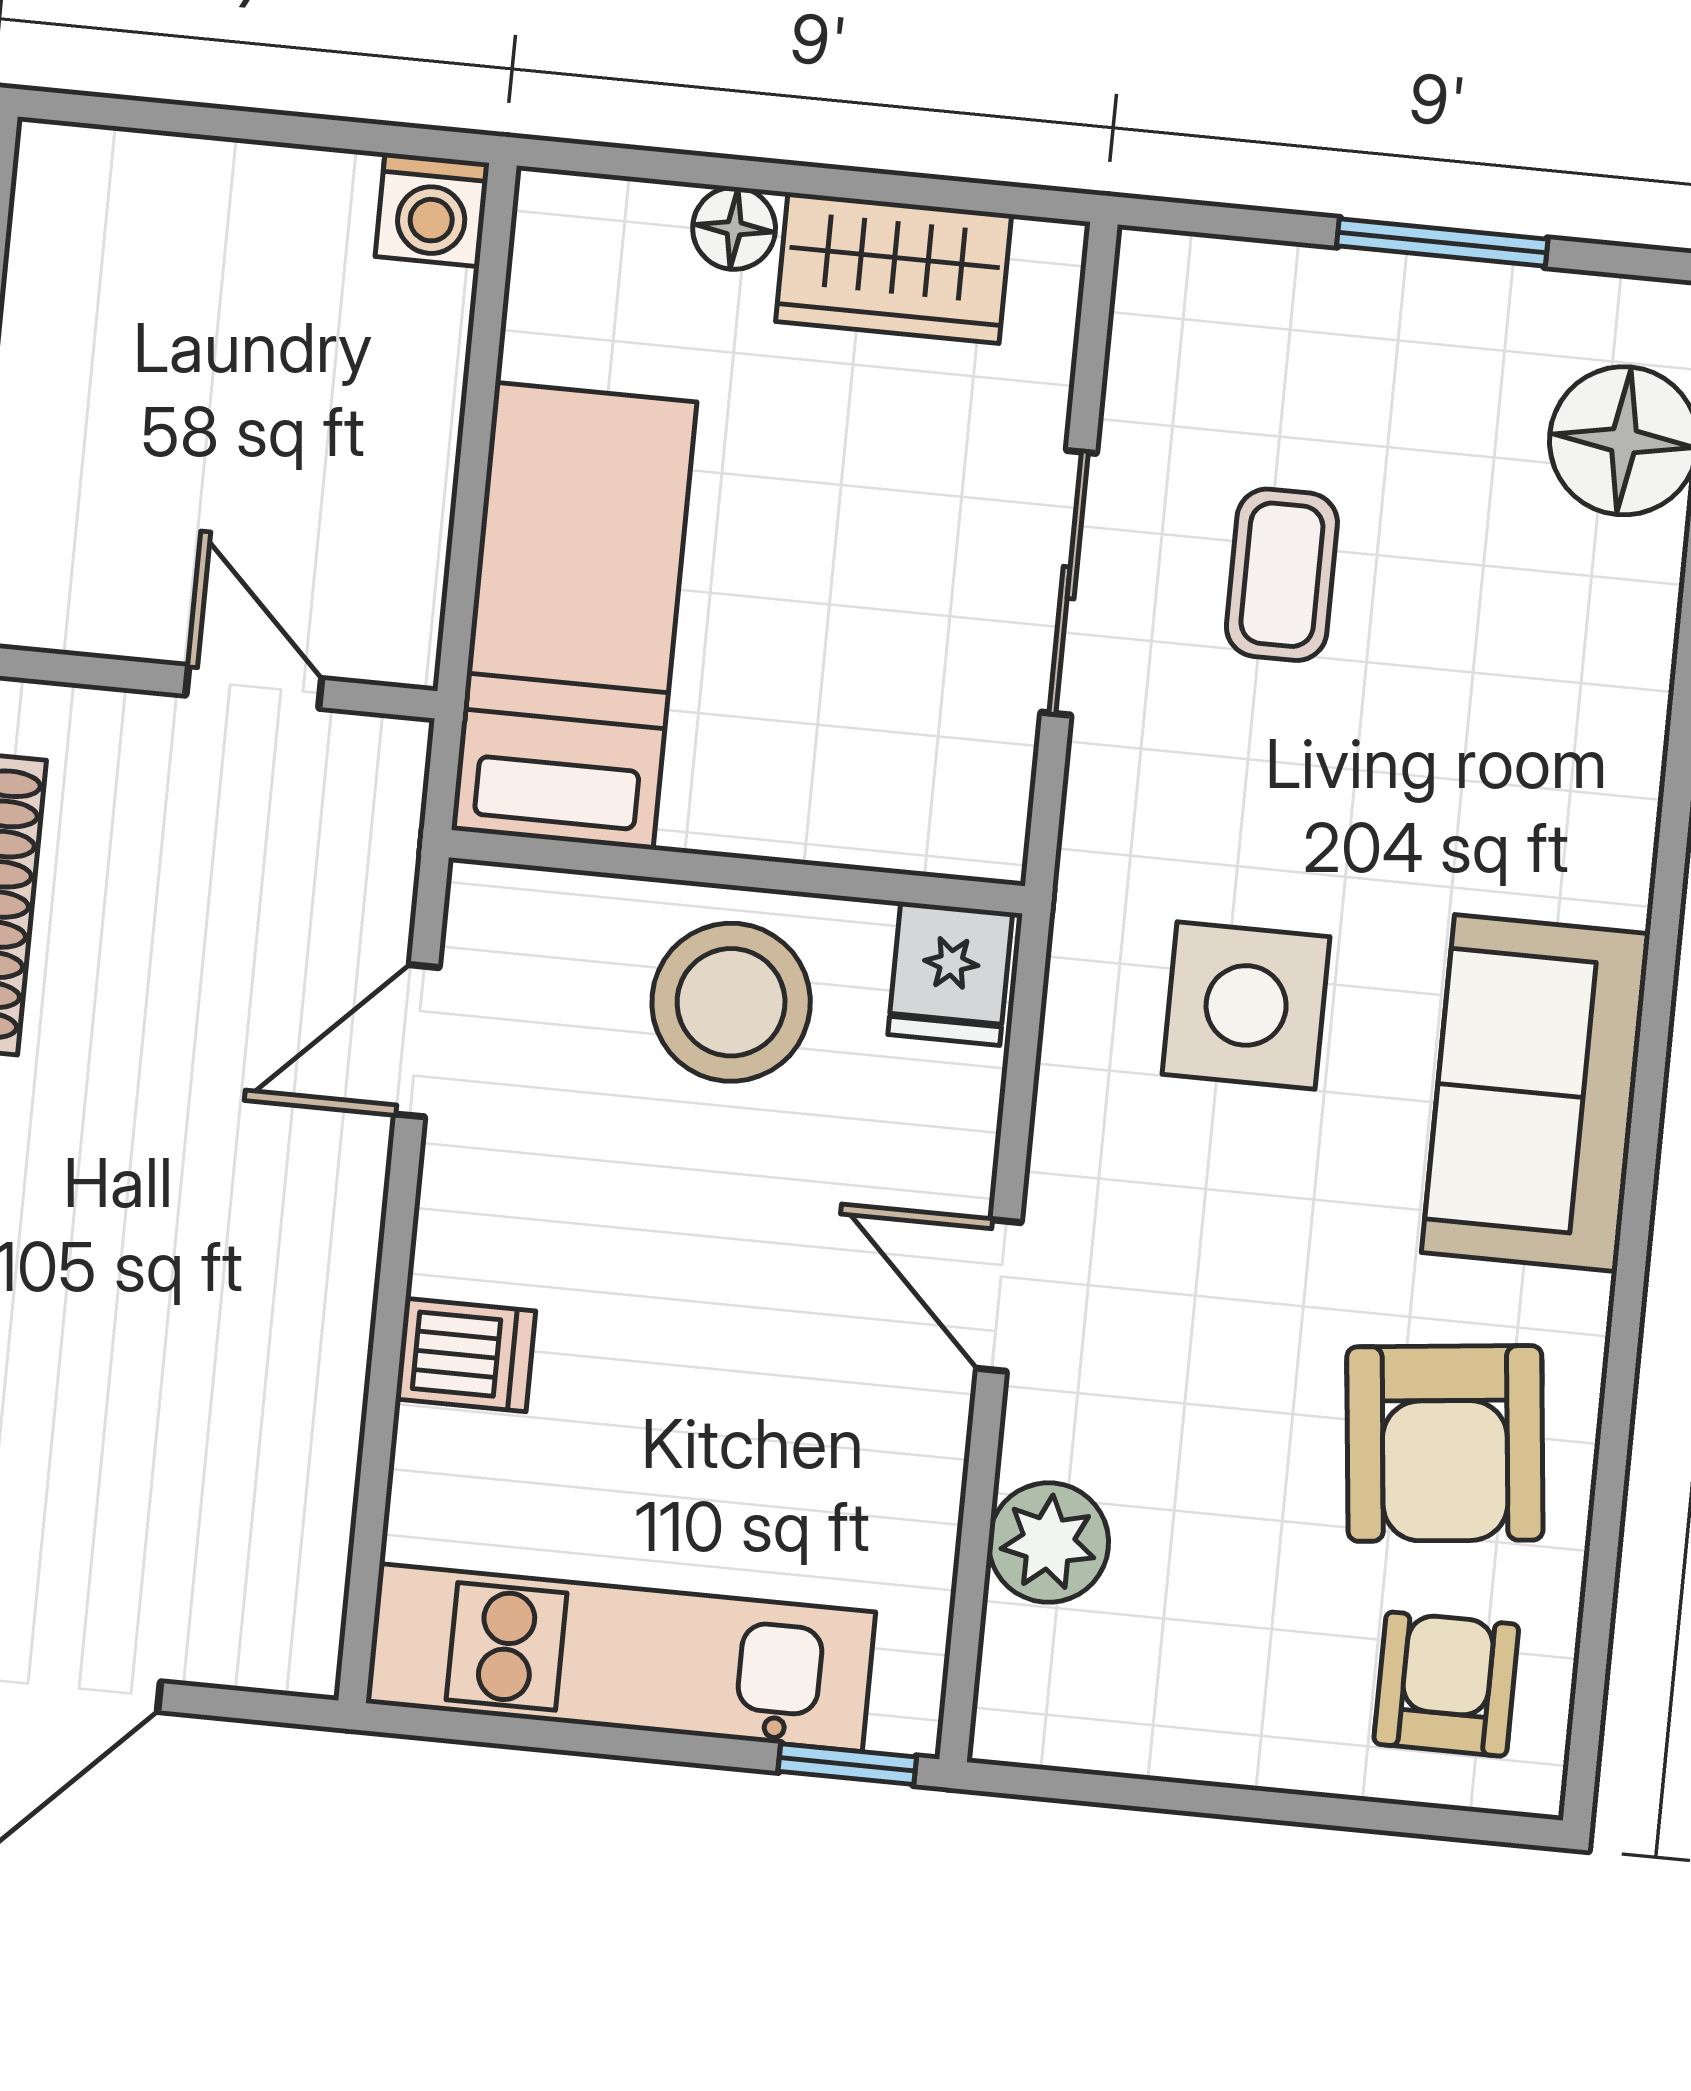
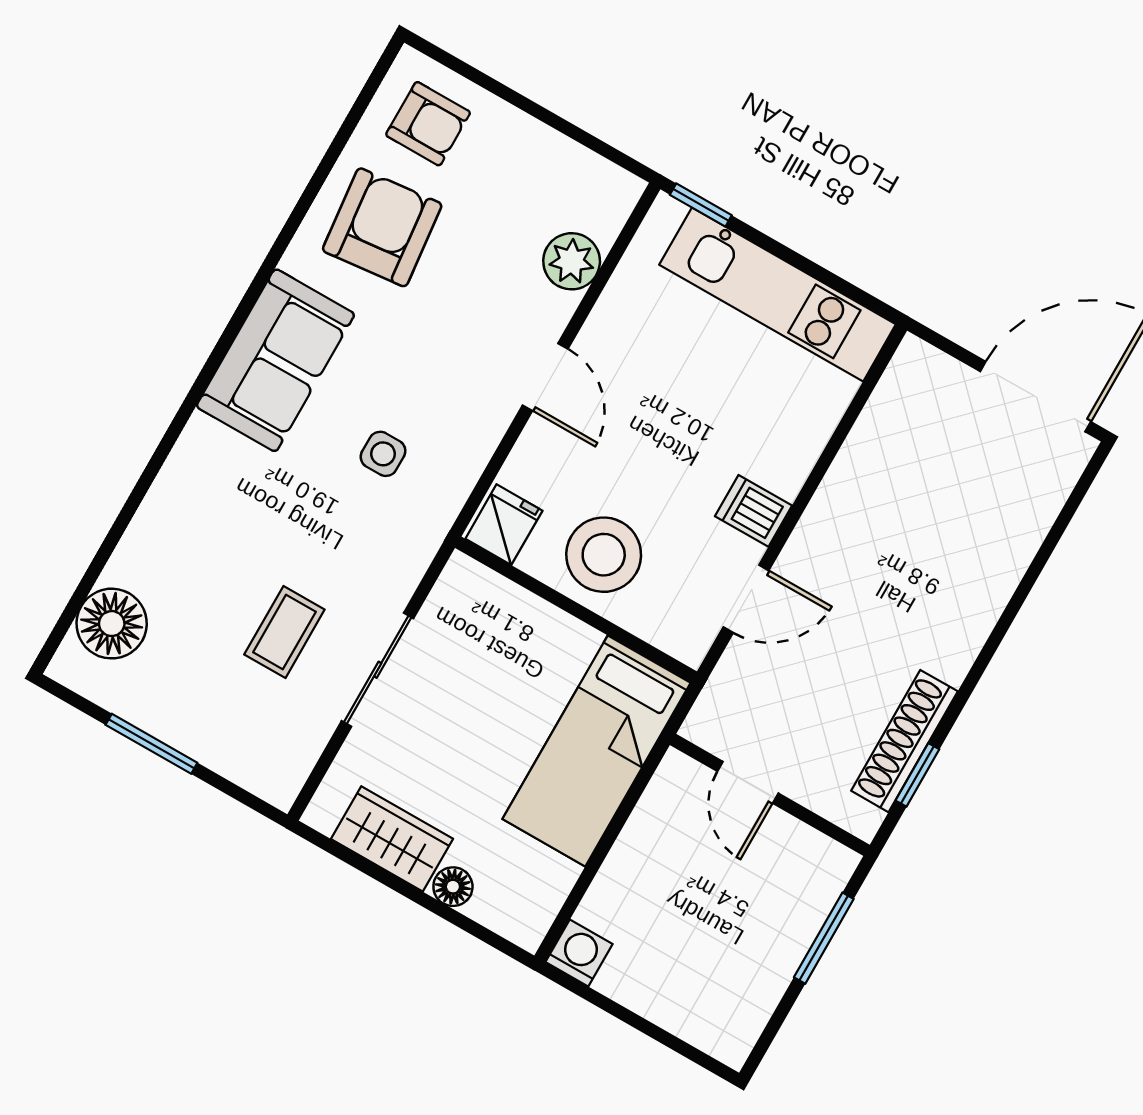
side table: (1246, 1005) -> (383, 454), width x0.54, depth x0.54
dishwasher: (466, 1355) -> (753, 511), moved
armchair: (1446, 1684) -> (428, 124), turned -90

